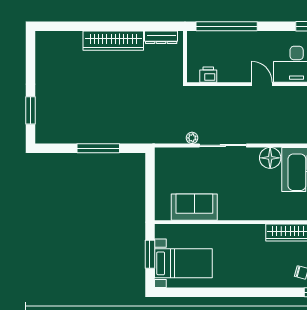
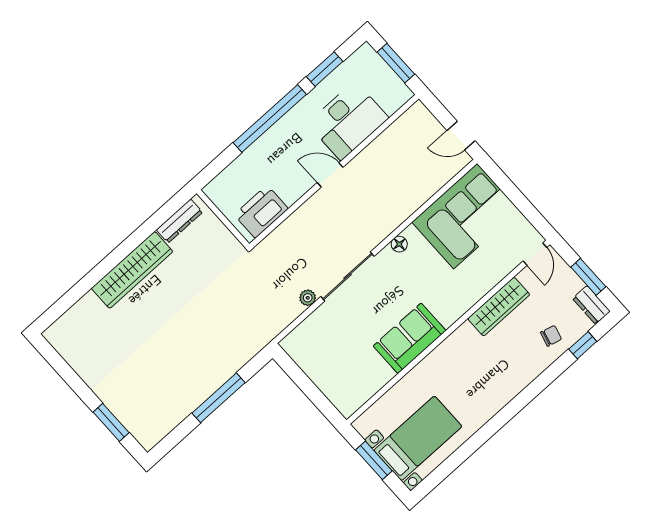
window: (227, 26) -> (270, 119), moved
printer: (208, 75) -> (261, 212), width x1.87, depth x1.48
floor lamp: (270, 158) -> (399, 244), width x0.53, depth x0.53
sofa: (194, 207) -> (410, 338), moved

